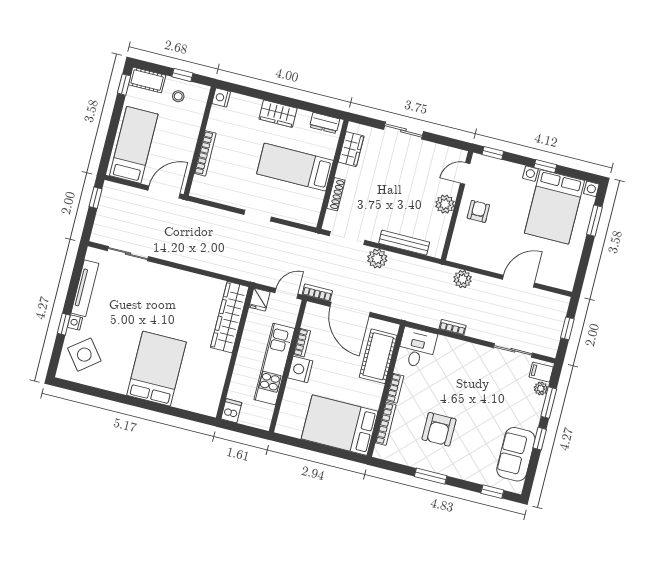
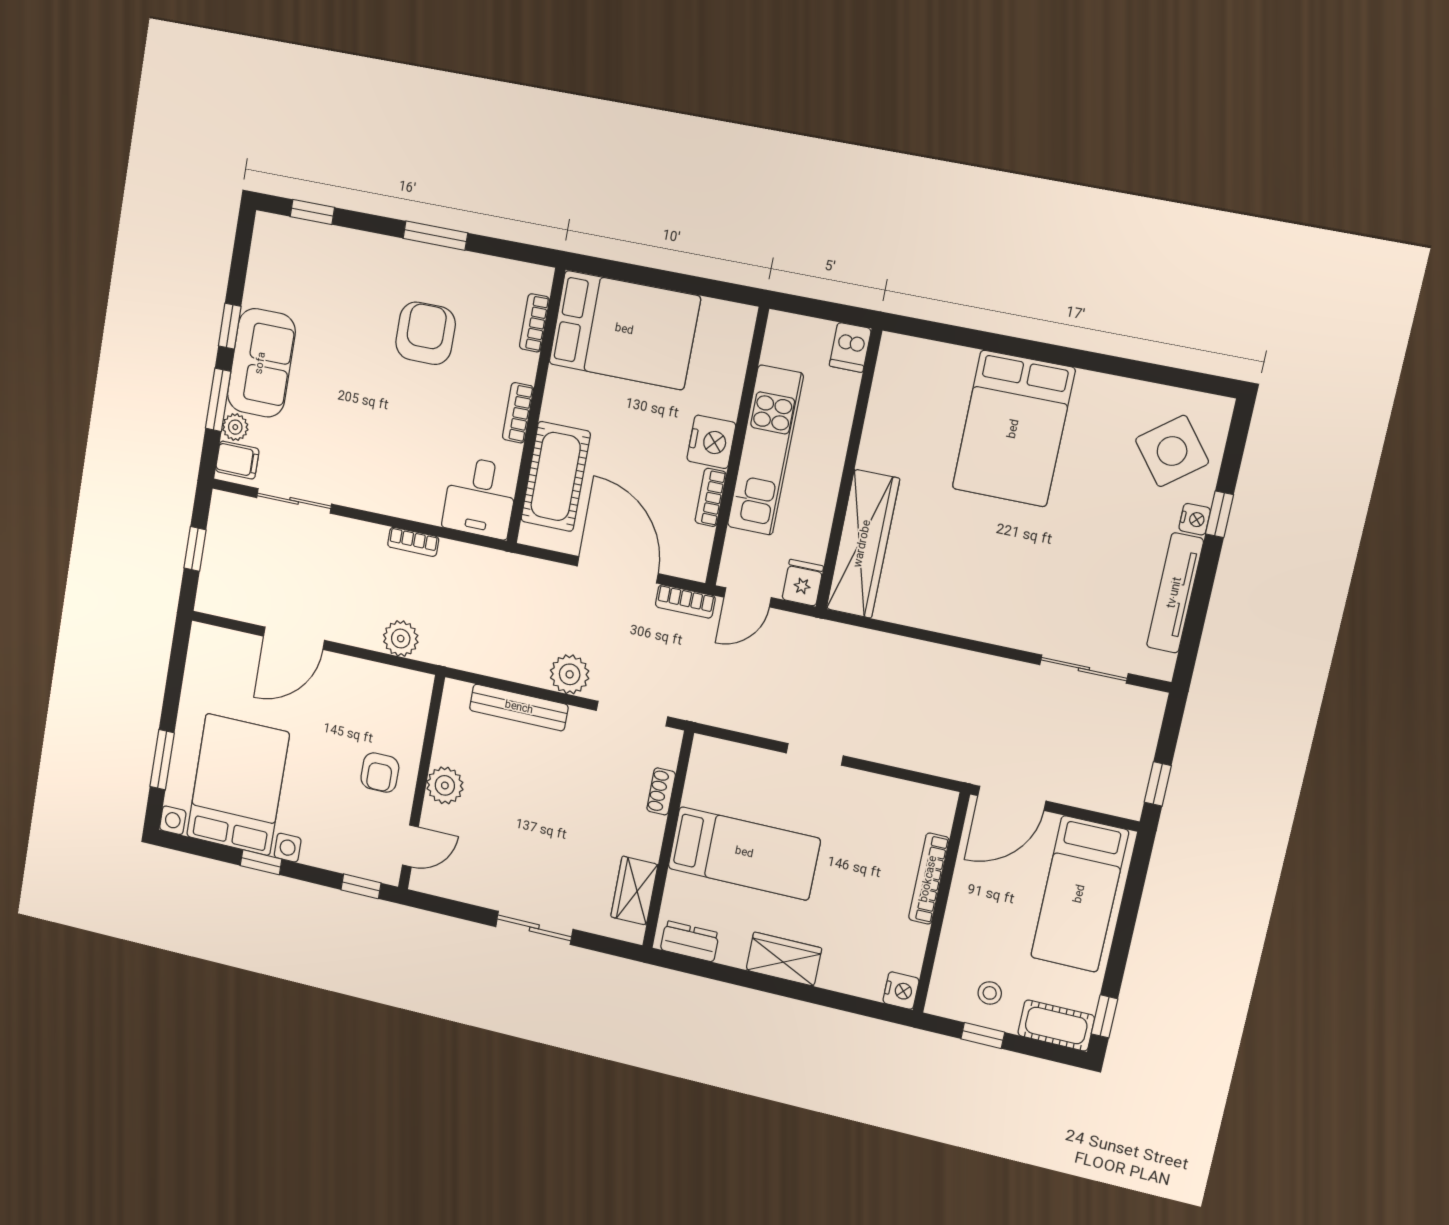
shoe rack: (336, 194) -> (661, 791), width x0.70
bookcase: (386, 424) -> (534, 323), width x0.64
sofa: (516, 454) -> (261, 363), moved

